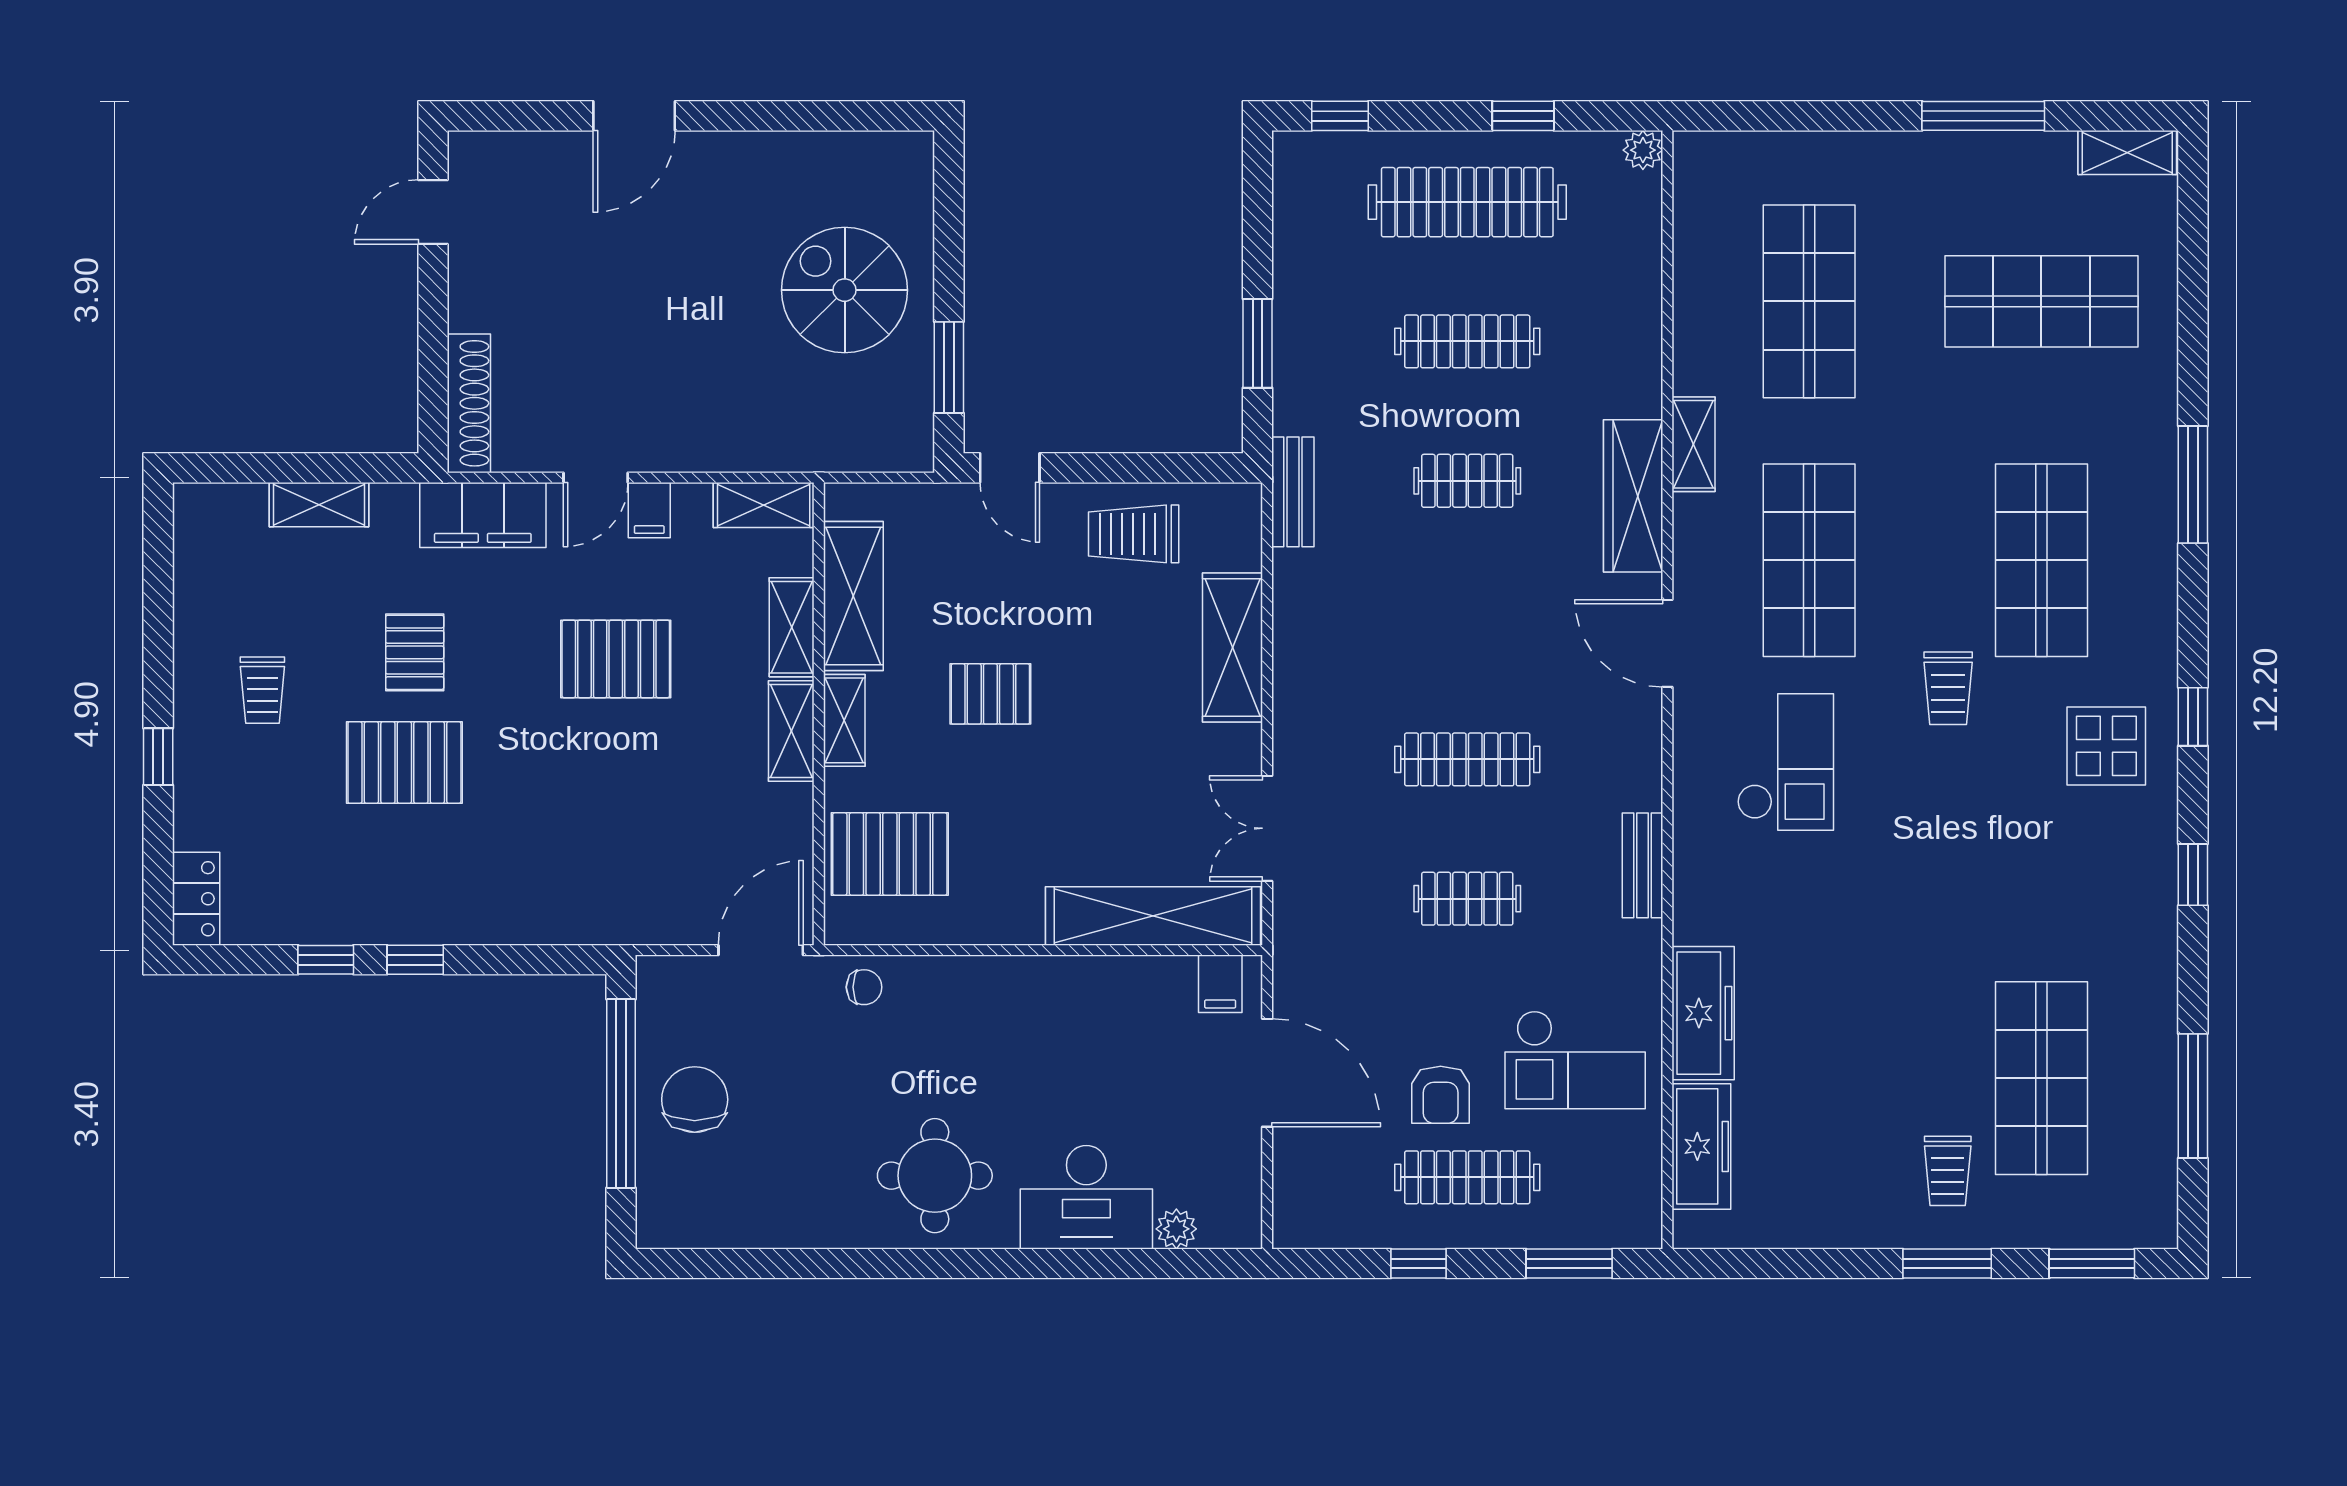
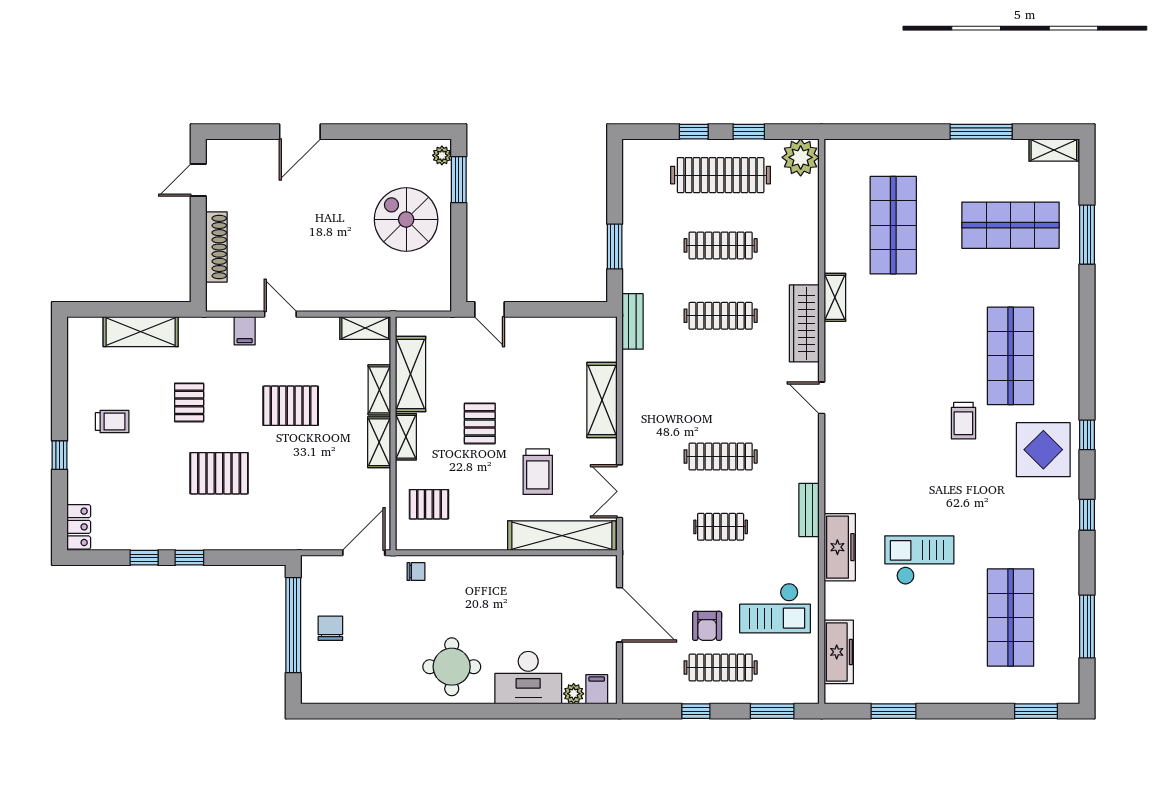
window: (1340, 116) -> (694, 132), moved
plant: (1643, 150) -> (801, 157), width x1.88, depth x1.88
plant: (916, 163) -> (442, 155), added
window: (949, 367) -> (459, 180), moved
shoe rack: (469, 403) -> (216, 247), moved
door: (596, 478) -> (280, 314), swing flipped
clothes rail: (1467, 481) -> (721, 316), width x1.36
window: (2193, 485) -> (1087, 235), moved
shelving: (319, 505) -> (141, 332), width x1.50, depth x1.33
filing cabinet: (649, 510) -> (307, 331), removed
filing cabinet: (483, 515) -> (245, 331), width x0.33, depth x0.86
trolley: (1134, 534) -> (538, 472), moved, turned -90
shop shelf: (1809, 560) -> (893, 356), removed
door: (1667, 643) -> (822, 398), width x0.73
trolley: (262, 690) -> (112, 422), turned -90
pallet: (990, 694) -> (480, 423), turned 90
display table: (2106, 746) -> (1043, 450), width x1.36, depth x1.36
pallet: (404, 762) -> (219, 473), moved
checkout: (1785, 762) -> (919, 560), moved, turned -90
pallet: (890, 854) -> (429, 504), width x0.67, depth x0.71
filing cabinet: (1220, 984) -> (597, 689), moved, turned 180
freezer: (1703, 1013) -> (840, 547), moved
chair: (695, 1100) -> (330, 628), width x0.73, depth x0.73
trolley: (1948, 1171) -> (963, 664), removed
window: (1947, 1264) -> (894, 711), moved

